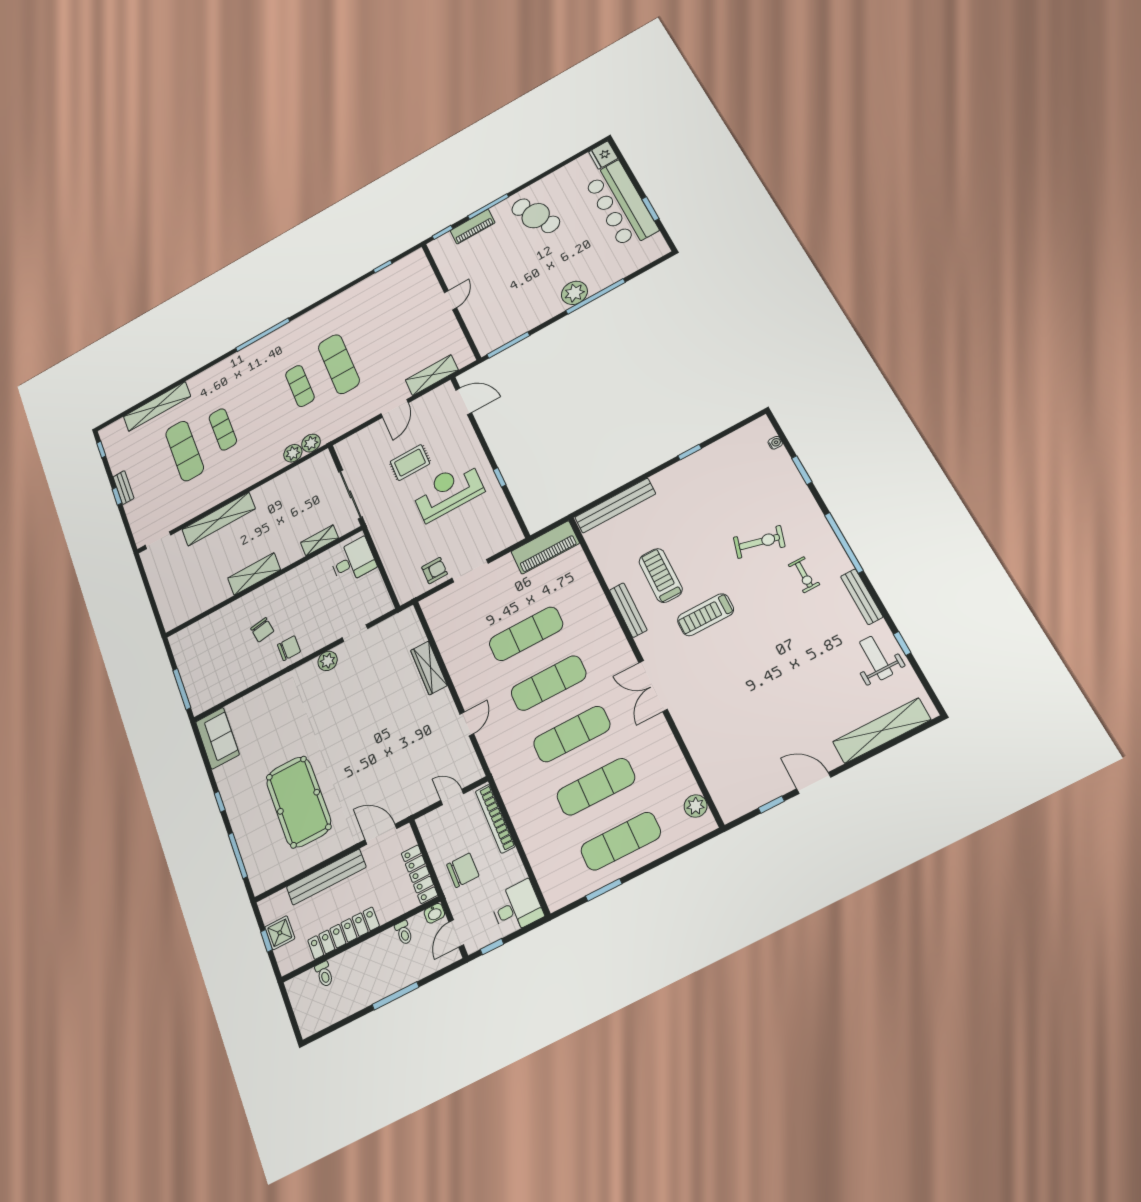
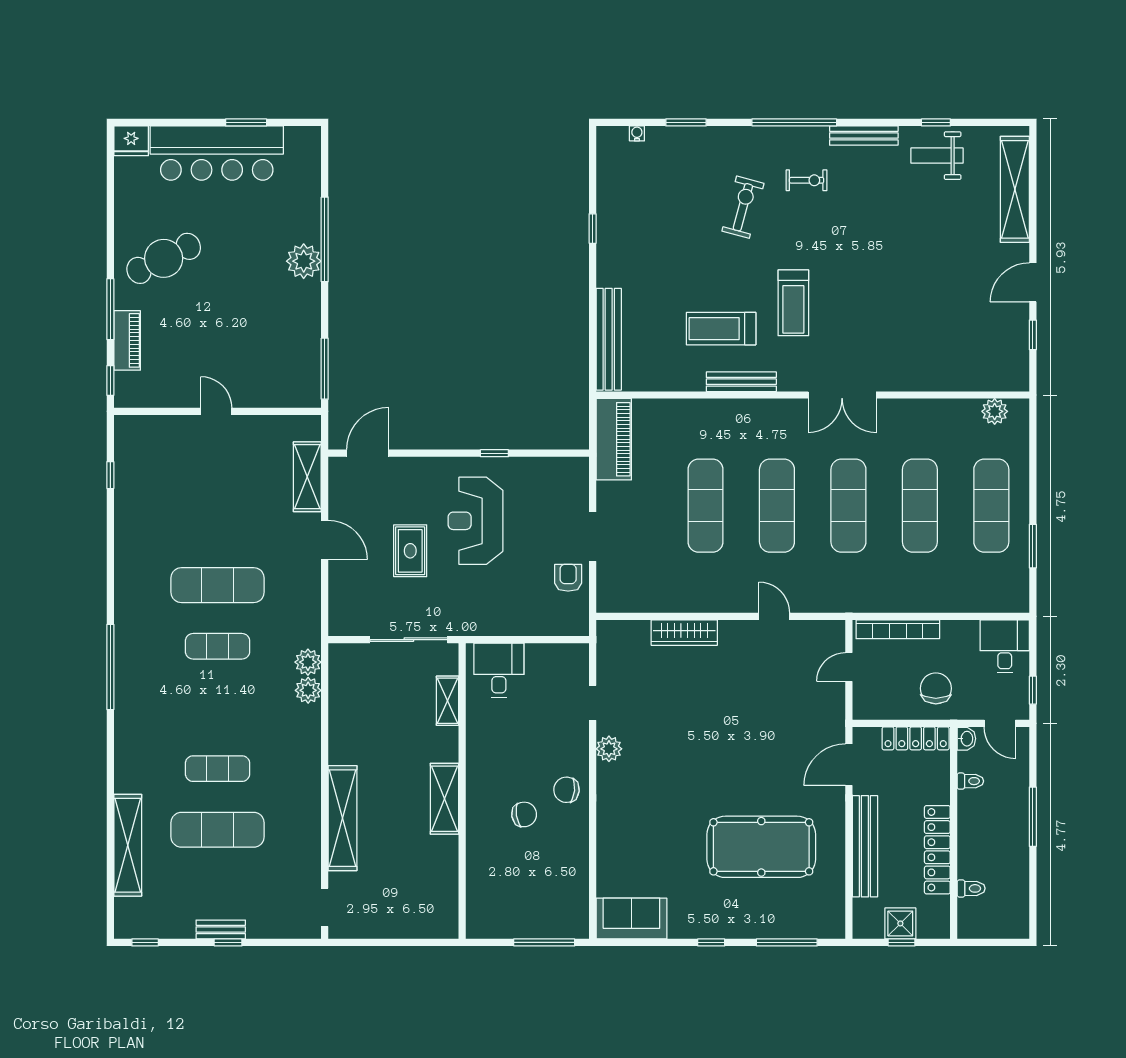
chair: (289, 648) -> (566, 790), turned -84

